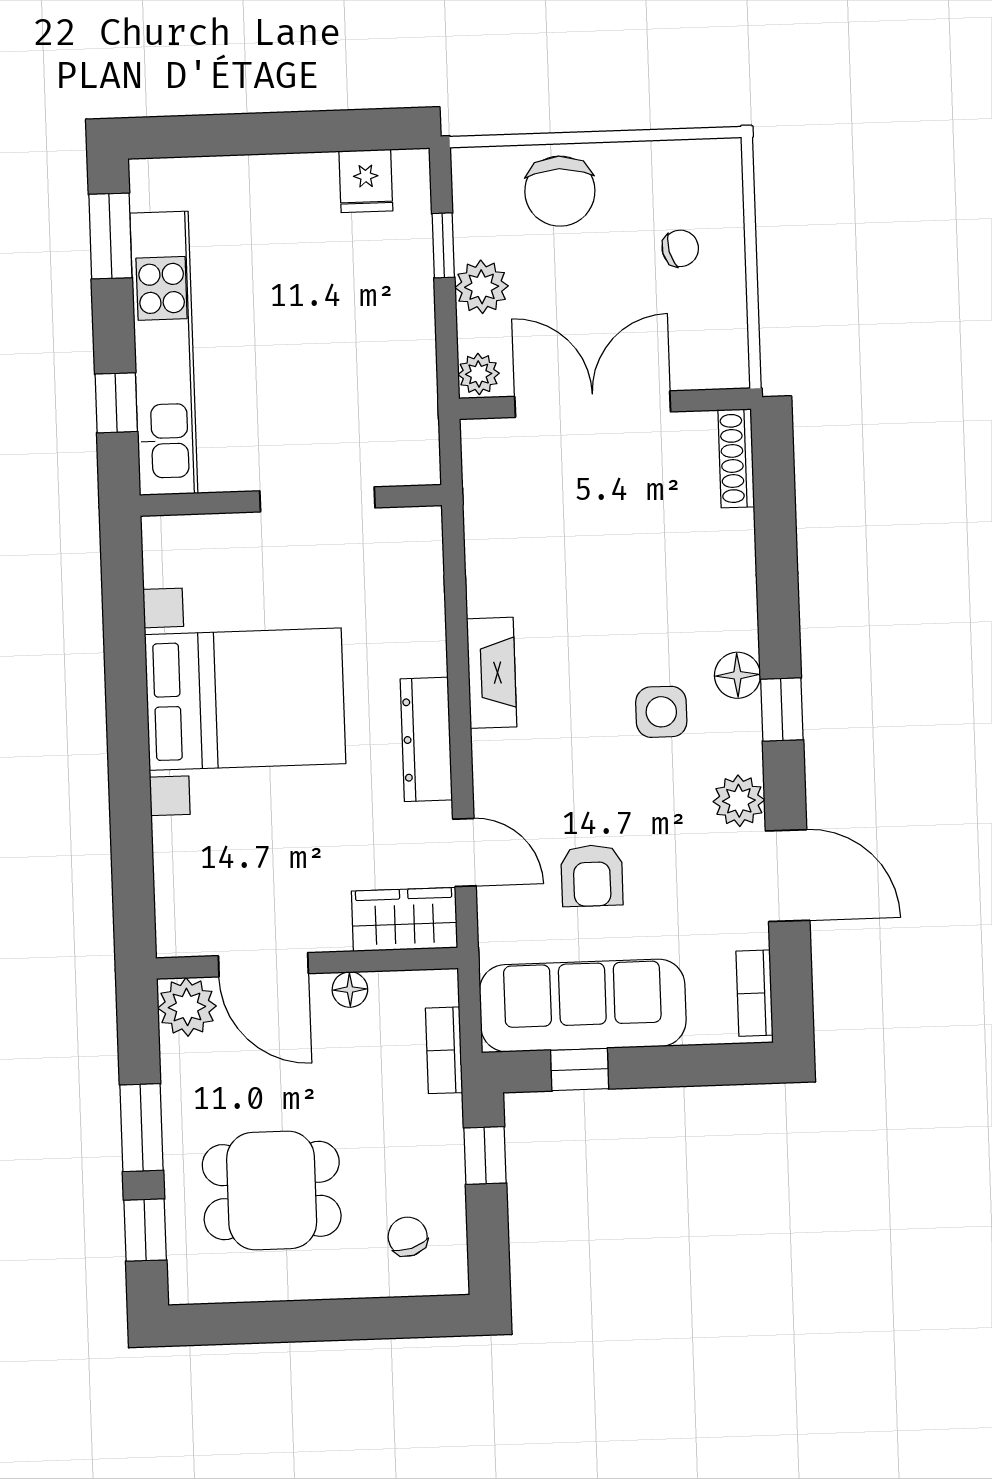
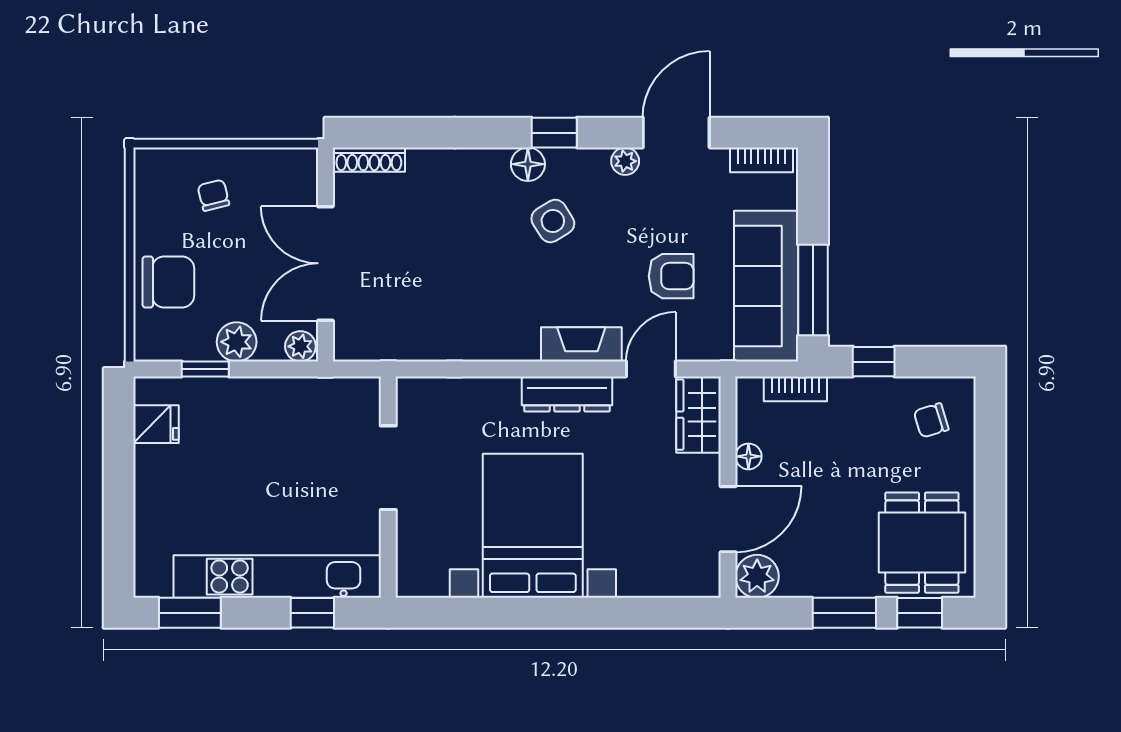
fireplace: (492, 673) -> (581, 344), moved
side table: (661, 712) -> (553, 221), turned -32
plant: (739, 801) -> (625, 161), width x0.73, depth x0.73
window: (580, 1070) -> (813, 290), width x2.17
dining table: (272, 1190) -> (922, 543), moved

